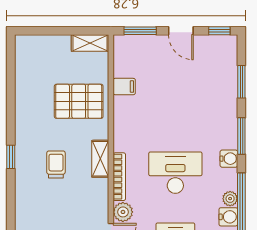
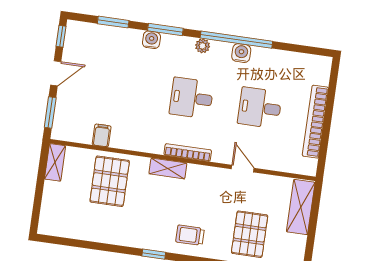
water cooler: (229, 159) -> (151, 40), moved
trolley: (56, 165) -> (190, 235), moved
desk: (175, 173) -> (191, 98), width x0.73
plant: (230, 199) -> (203, 46), moved
plant: (123, 212) -> (222, 154), removed

